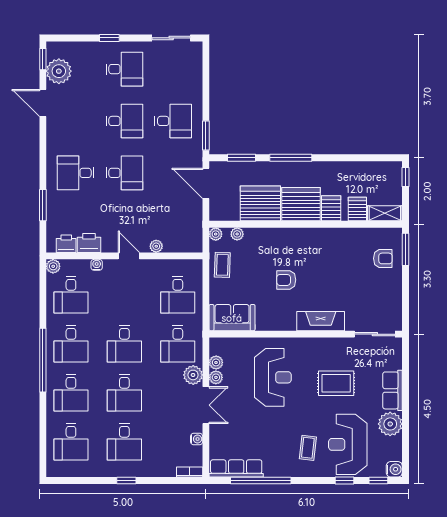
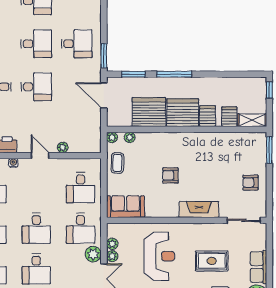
armchair: (383, 258) -> (250, 183), moved, turned 180

